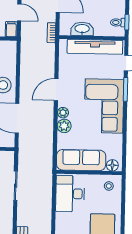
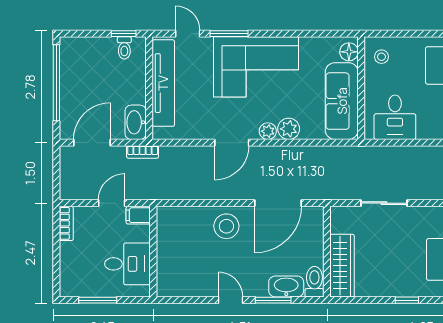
washbasin: (82, 29) -> (136, 122), moved
door: (56, 90) -> (232, 143), hinge flipped
desk: (70, 194) -> (395, 117), width x0.73

